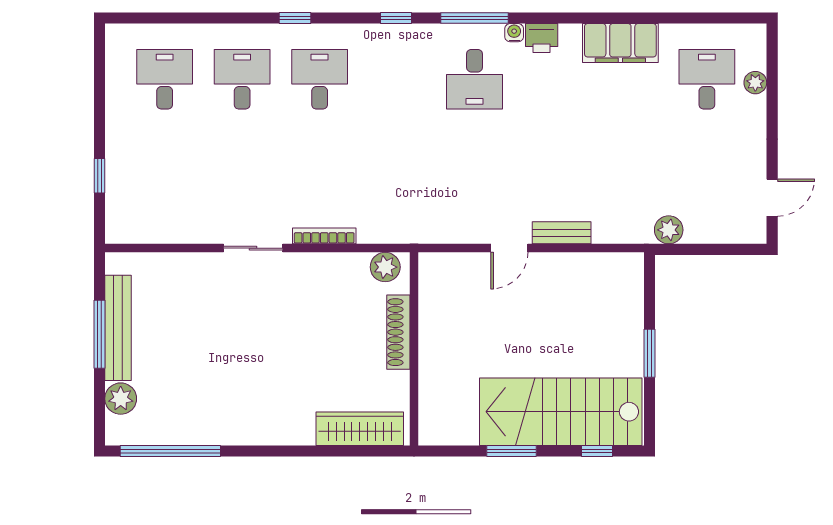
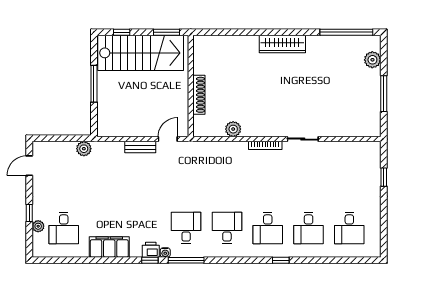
window: (396, 18) -> (150, 260), moved
desk: (397, 79) -> (227, 228), added
window: (772, 108) -> (29, 213), added
bench: (118, 328) -> (374, 97), removed
shoe rack: (398, 332) -> (199, 95), moved
wall: (414, 349) -> (191, 86), moved
window: (650, 353) -> (94, 84), width x1.44
wardrobe: (360, 429) -> (282, 44), moved

